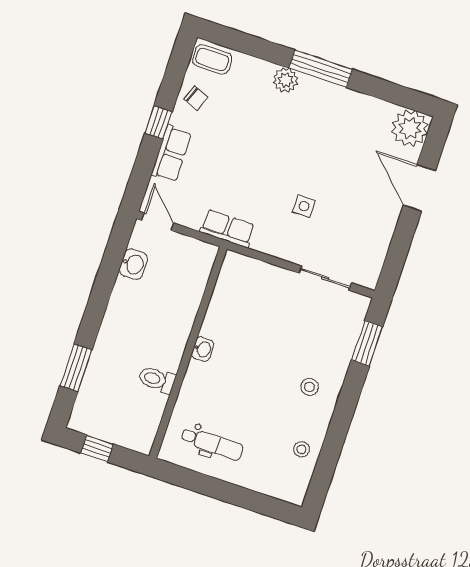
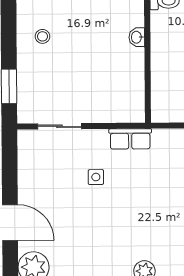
row of seats: (227, 228) -> (130, 139), moved

